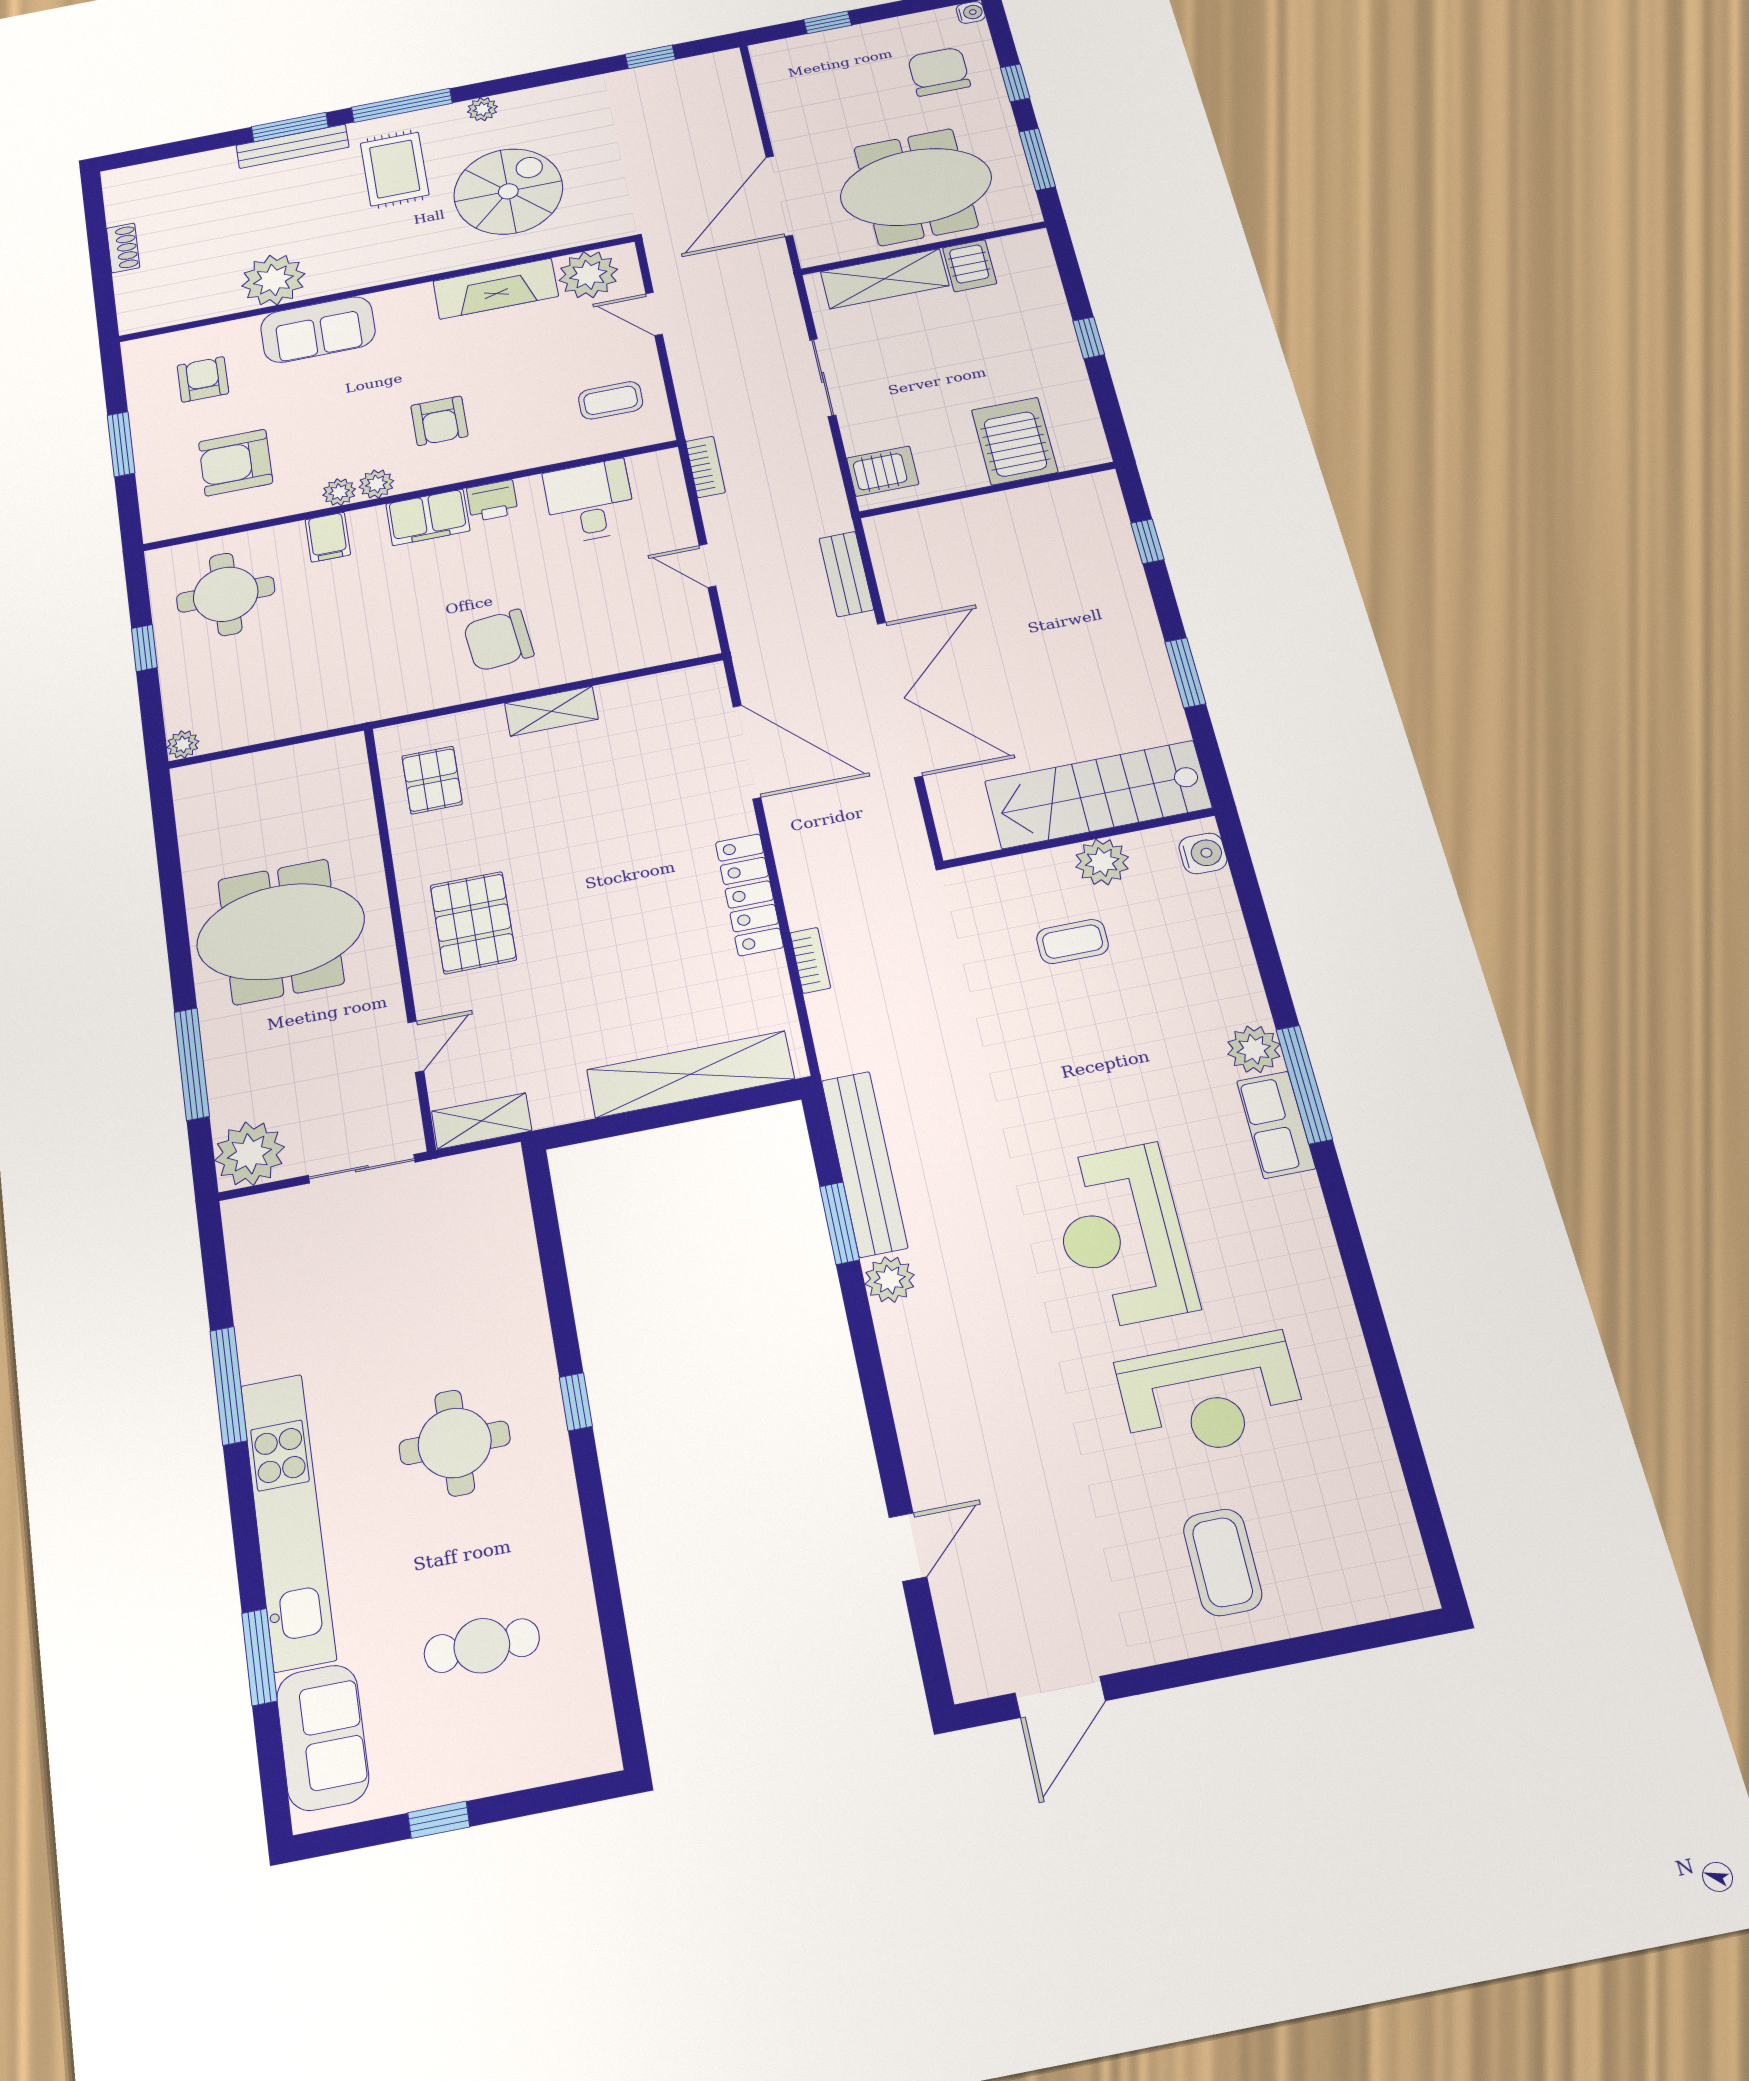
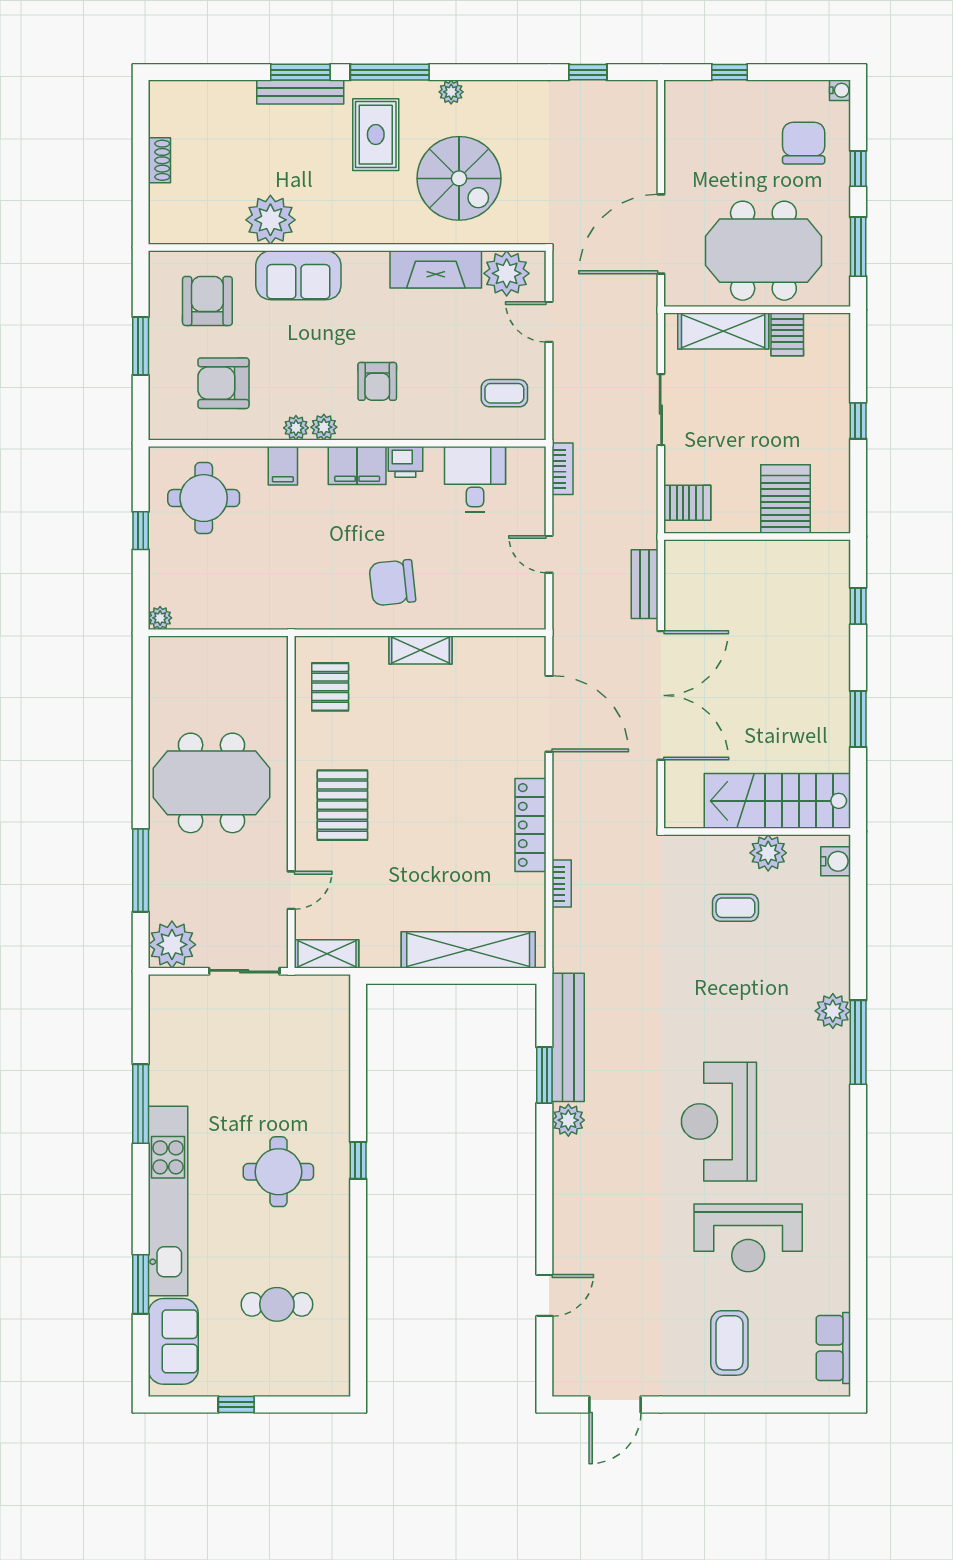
spiral stairs: (508, 191) -> (459, 178), turned 90
armchair: (203, 379) -> (207, 301), width x1.38, depth x1.38
row of seats: (1276, 1125) -> (833, 1348), moved

